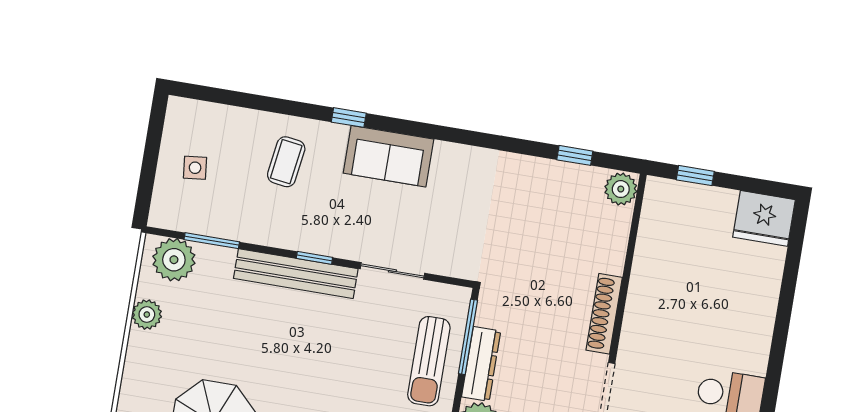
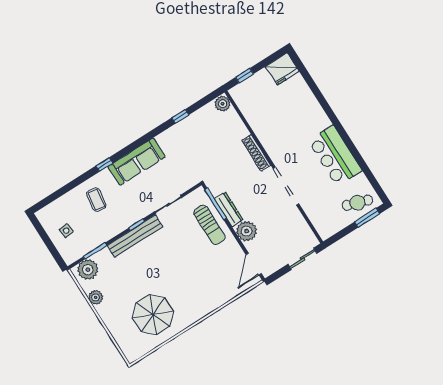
window: (575, 155) -> (180, 116), moved
sofa: (388, 156) -> (137, 162), width x1.36

